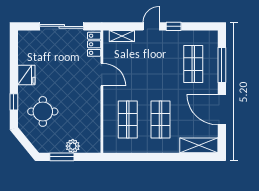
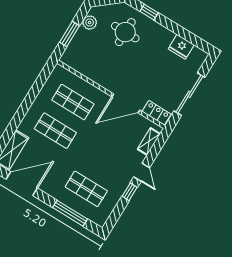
fridge: (26, 75) -> (181, 47), moved
door: (102, 75) -> (126, 103), width x1.36
door: (222, 110) -> (22, 184), moved
plant: (73, 146) -> (90, 23), moved
window: (62, 157) -> (70, 34), moved

